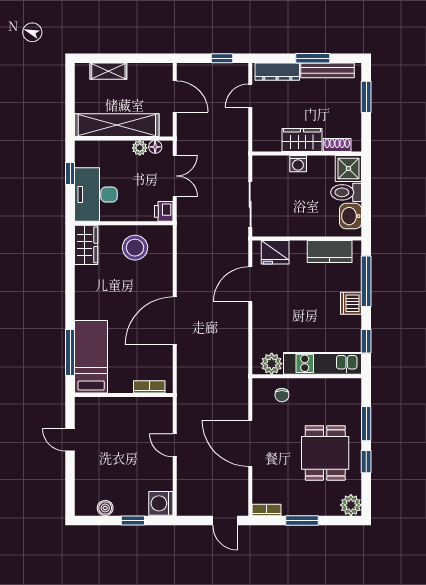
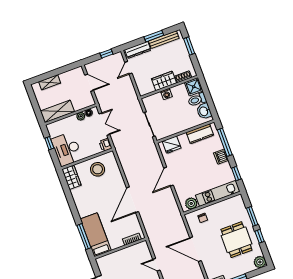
shelving: (117, 125) -> (57, 111), width x0.68
door: (250, 284) -> (169, 177), moved

